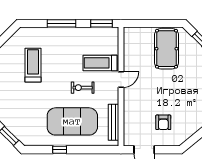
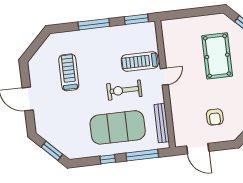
pool table: (166, 49) -> (217, 56), moved
exercise bike: (83, 88) -> (124, 90), width x1.38, depth x1.39
window: (92, 150) -> (142, 155), added

